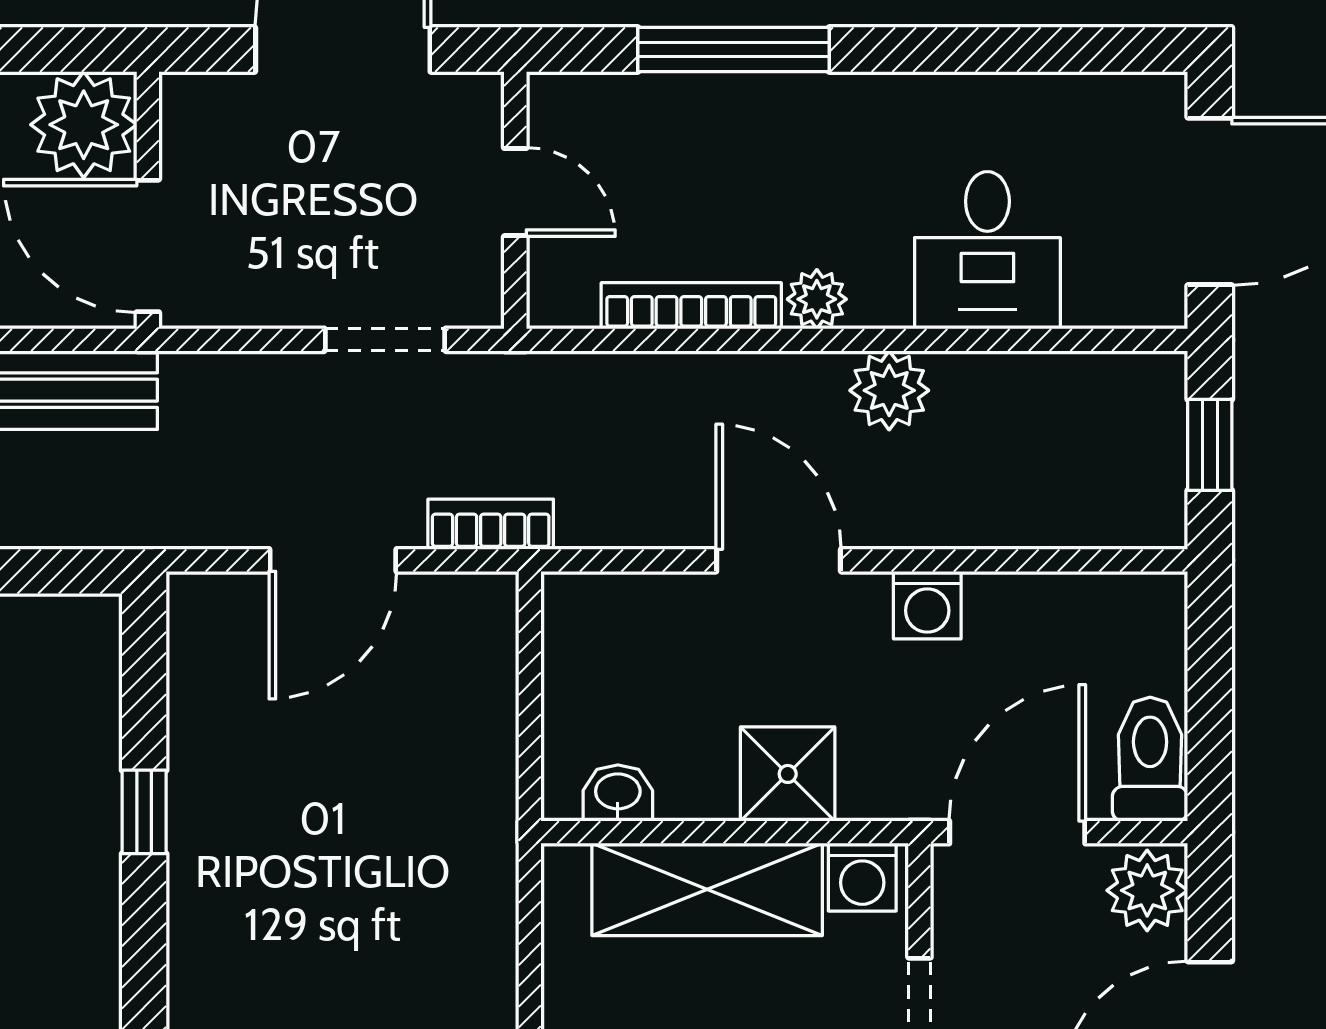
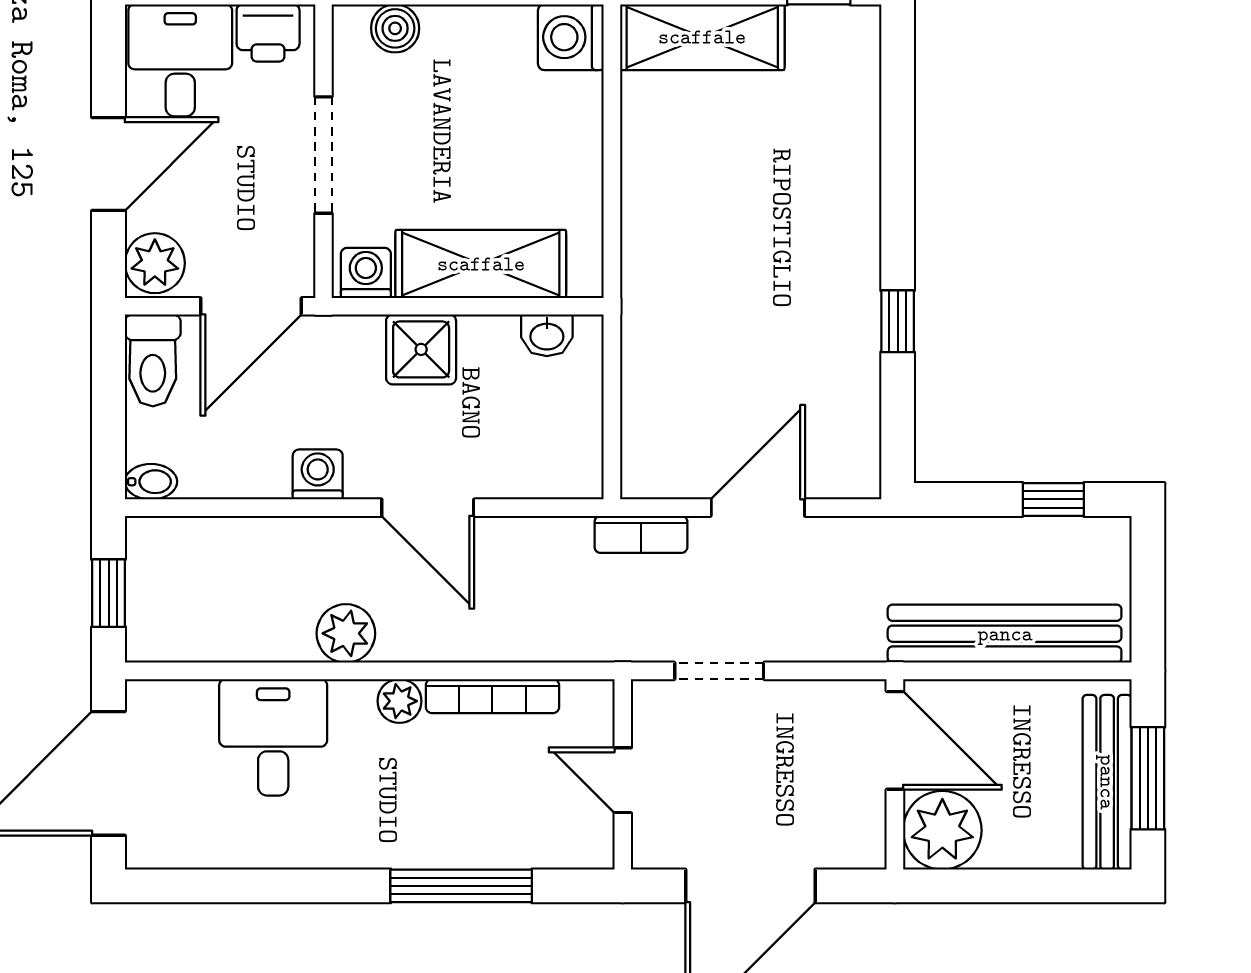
bidet: (1152, 595) -> (151, 482), added

